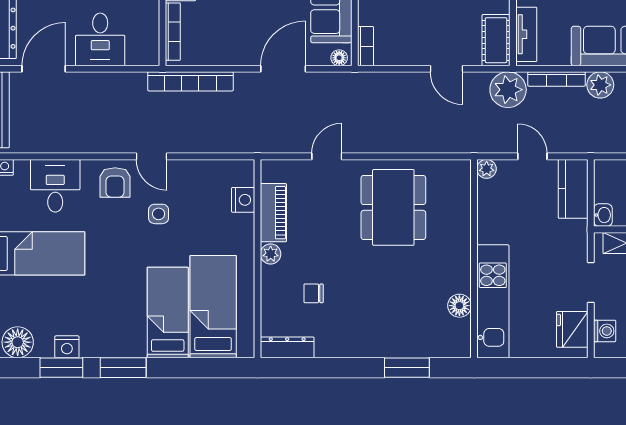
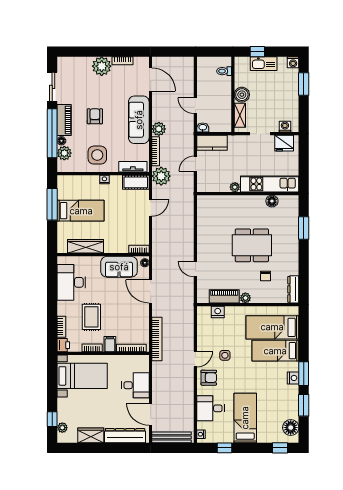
plant: (487, 169) -> (235, 187), moved
dining table: (393, 207) -> (252, 245), moved
washbasin: (603, 215) -> (203, 128), moved
nightstand: (67, 347) -> (293, 378), moved

